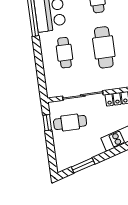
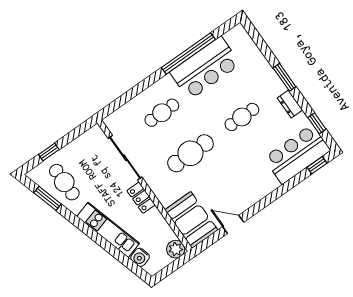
cafe table: (70, 122) -> (64, 182), moved
window: (47, 123) -> (49, 152), moved

